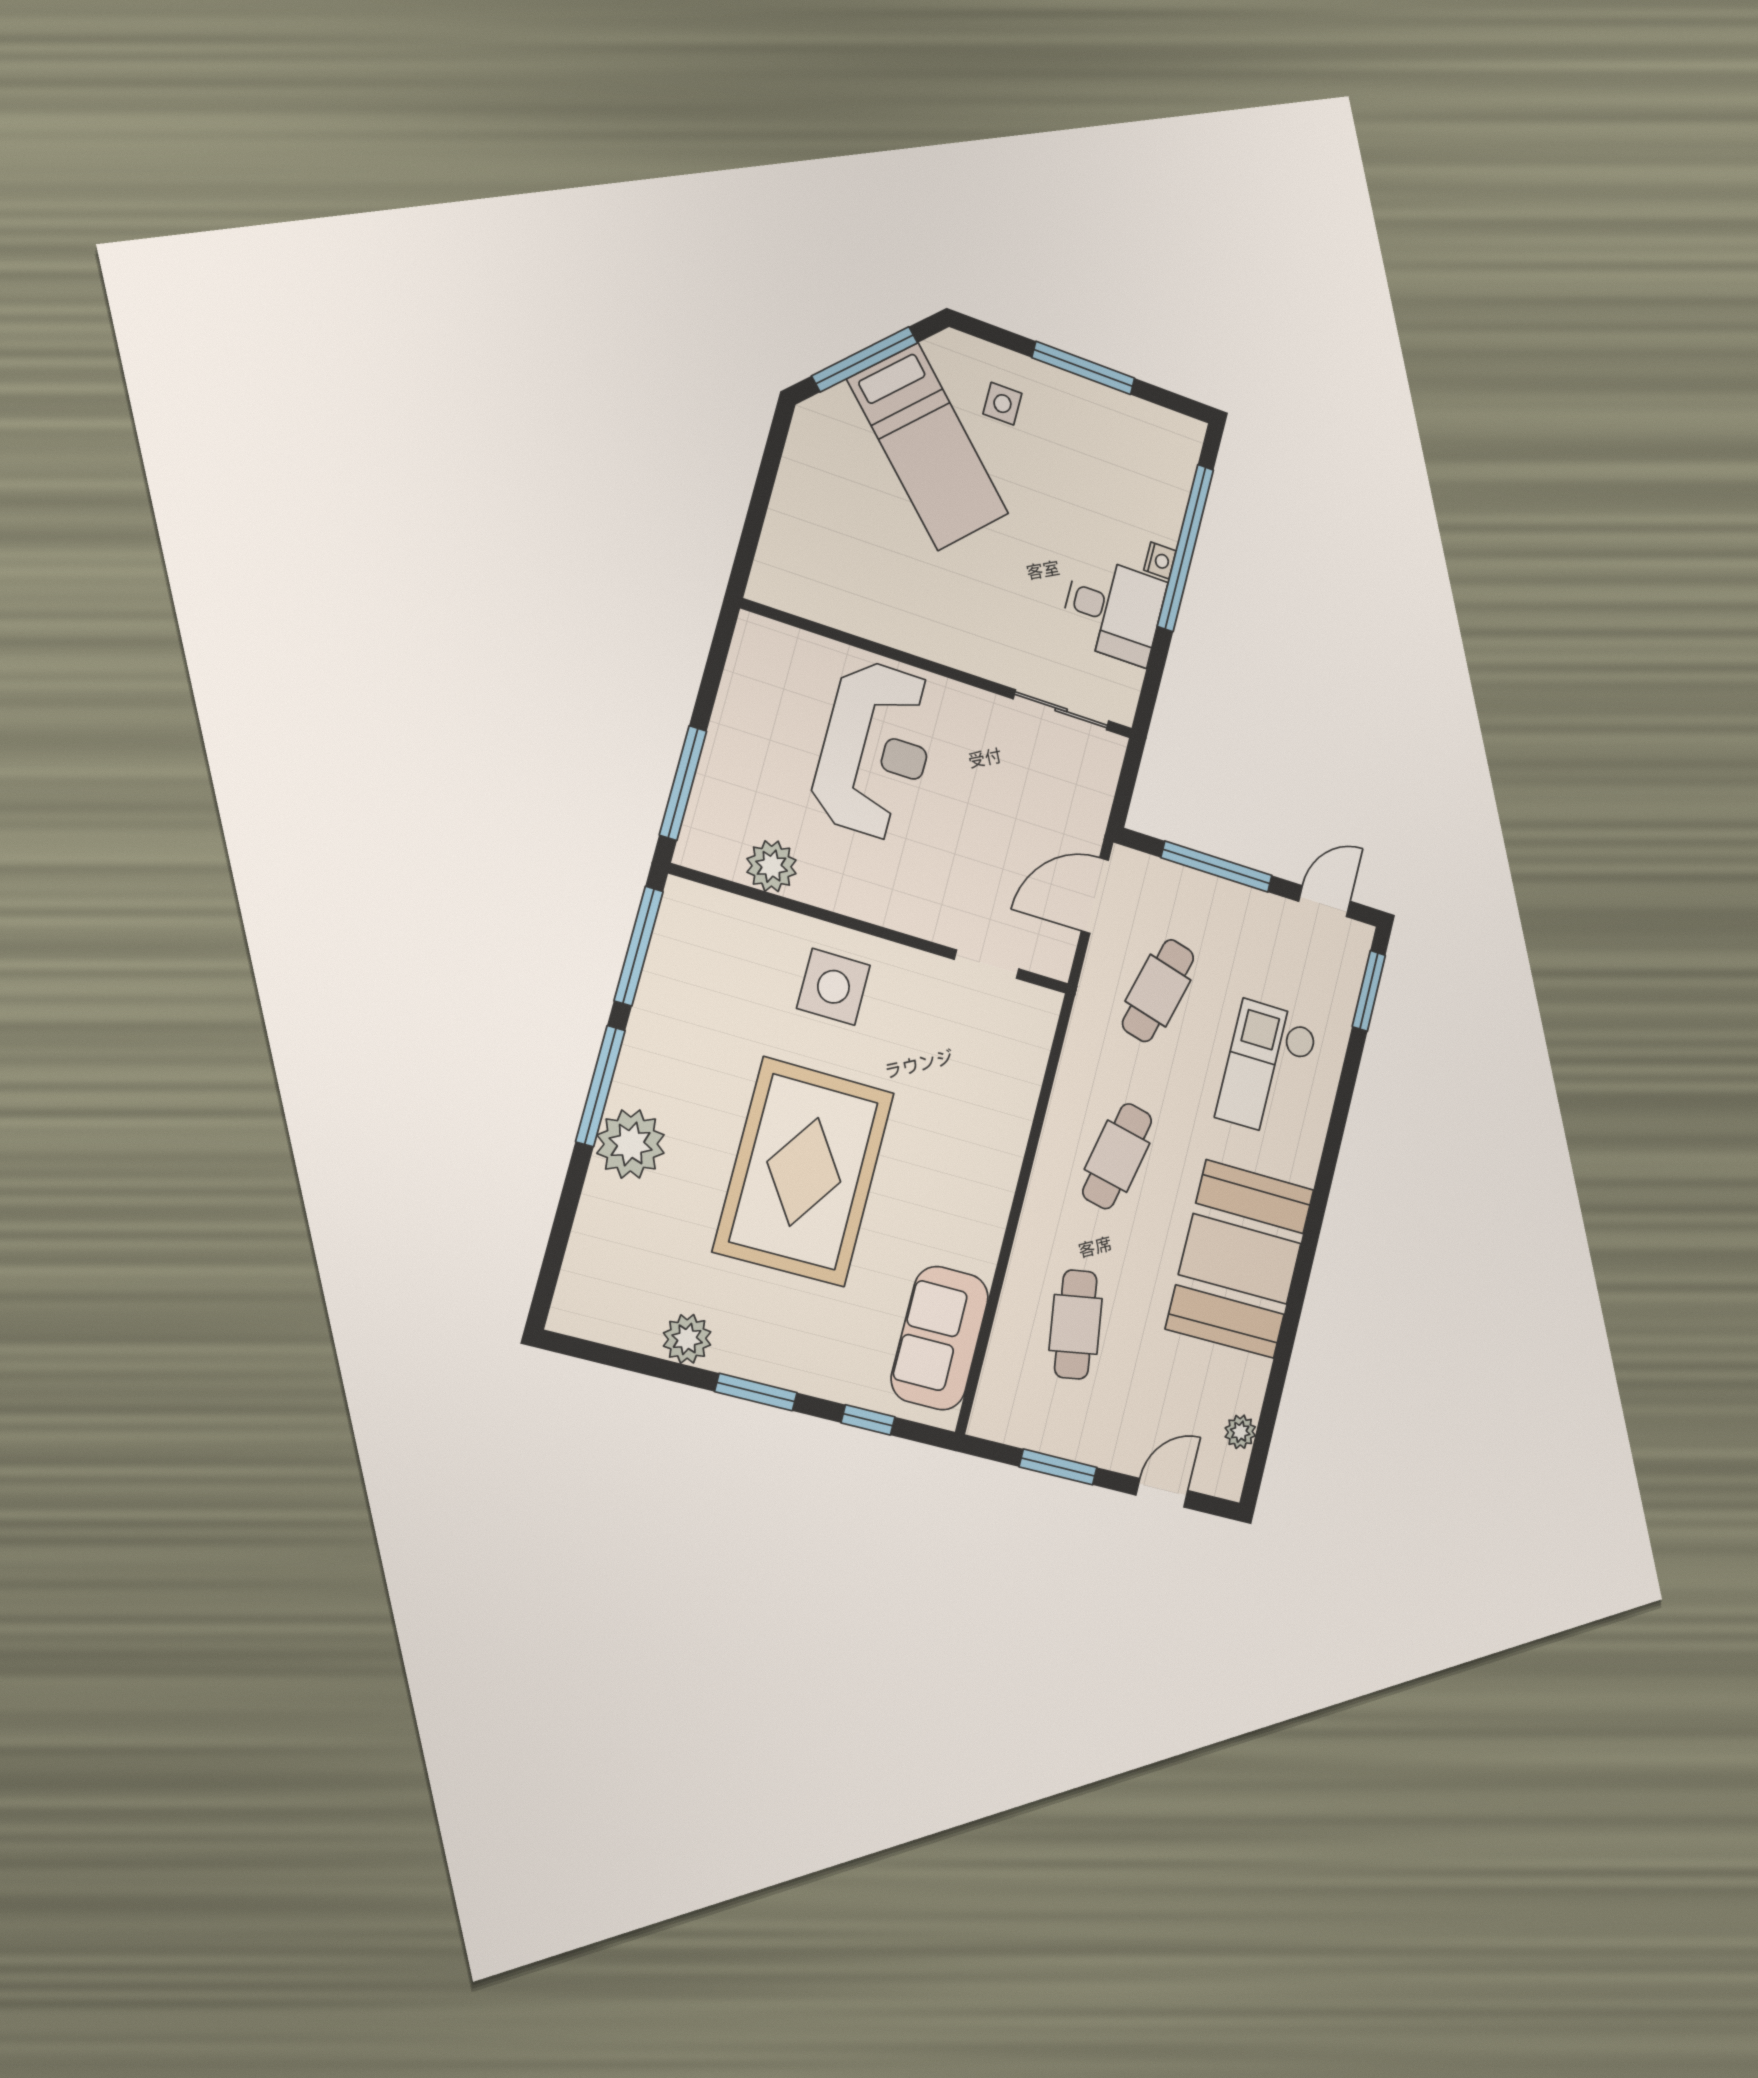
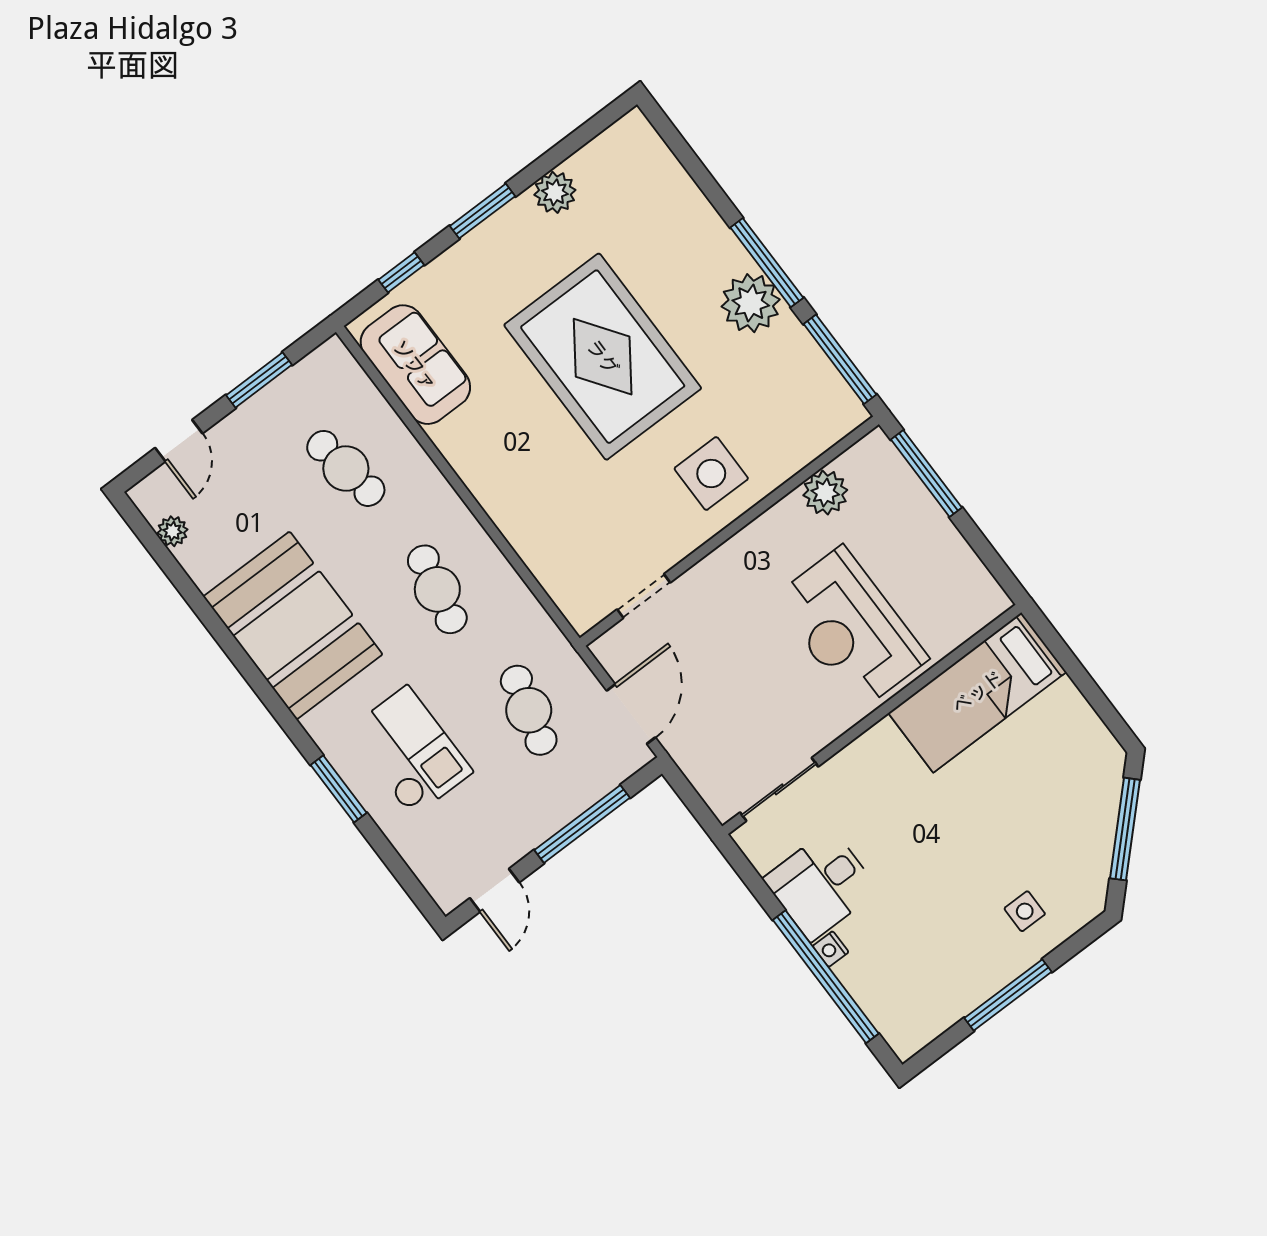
bed: (928, 447) -> (977, 692), moved, turned -45
window: (1369, 991) -> (339, 789), moved
plant: (631, 1144) -> (751, 303), moved

